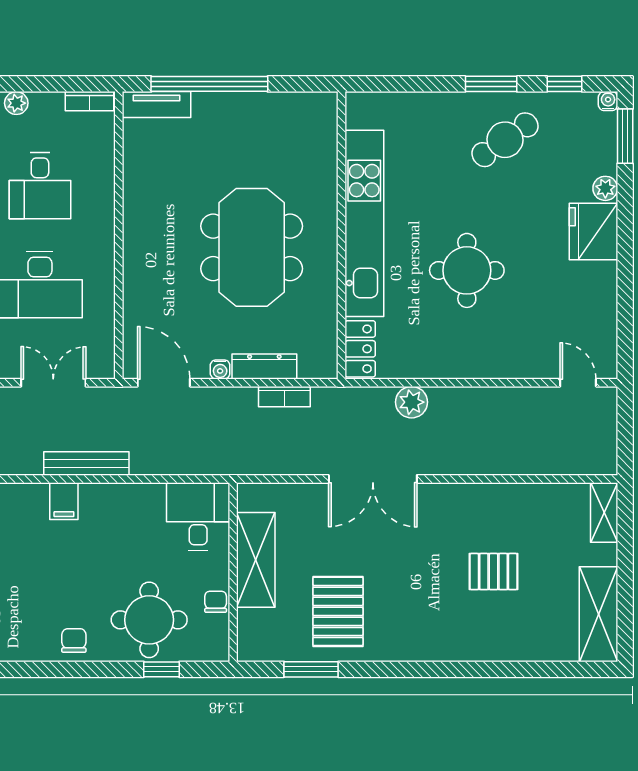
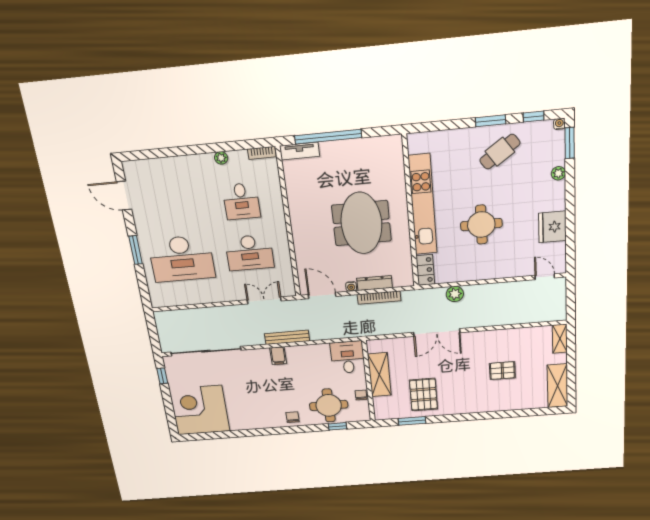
fridge: (593, 231) -> (552, 227), moved
bookcase: (284, 397) -> (379, 298), width x1.56

